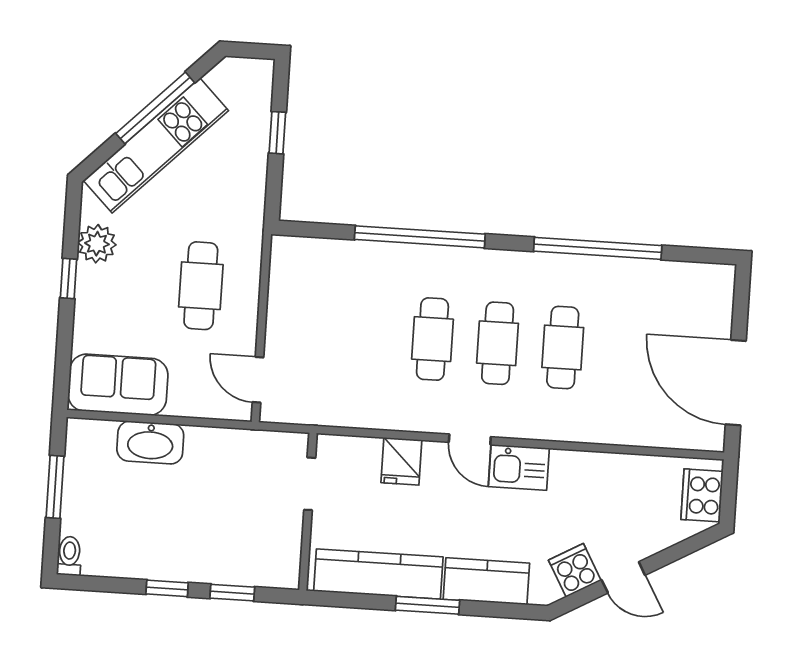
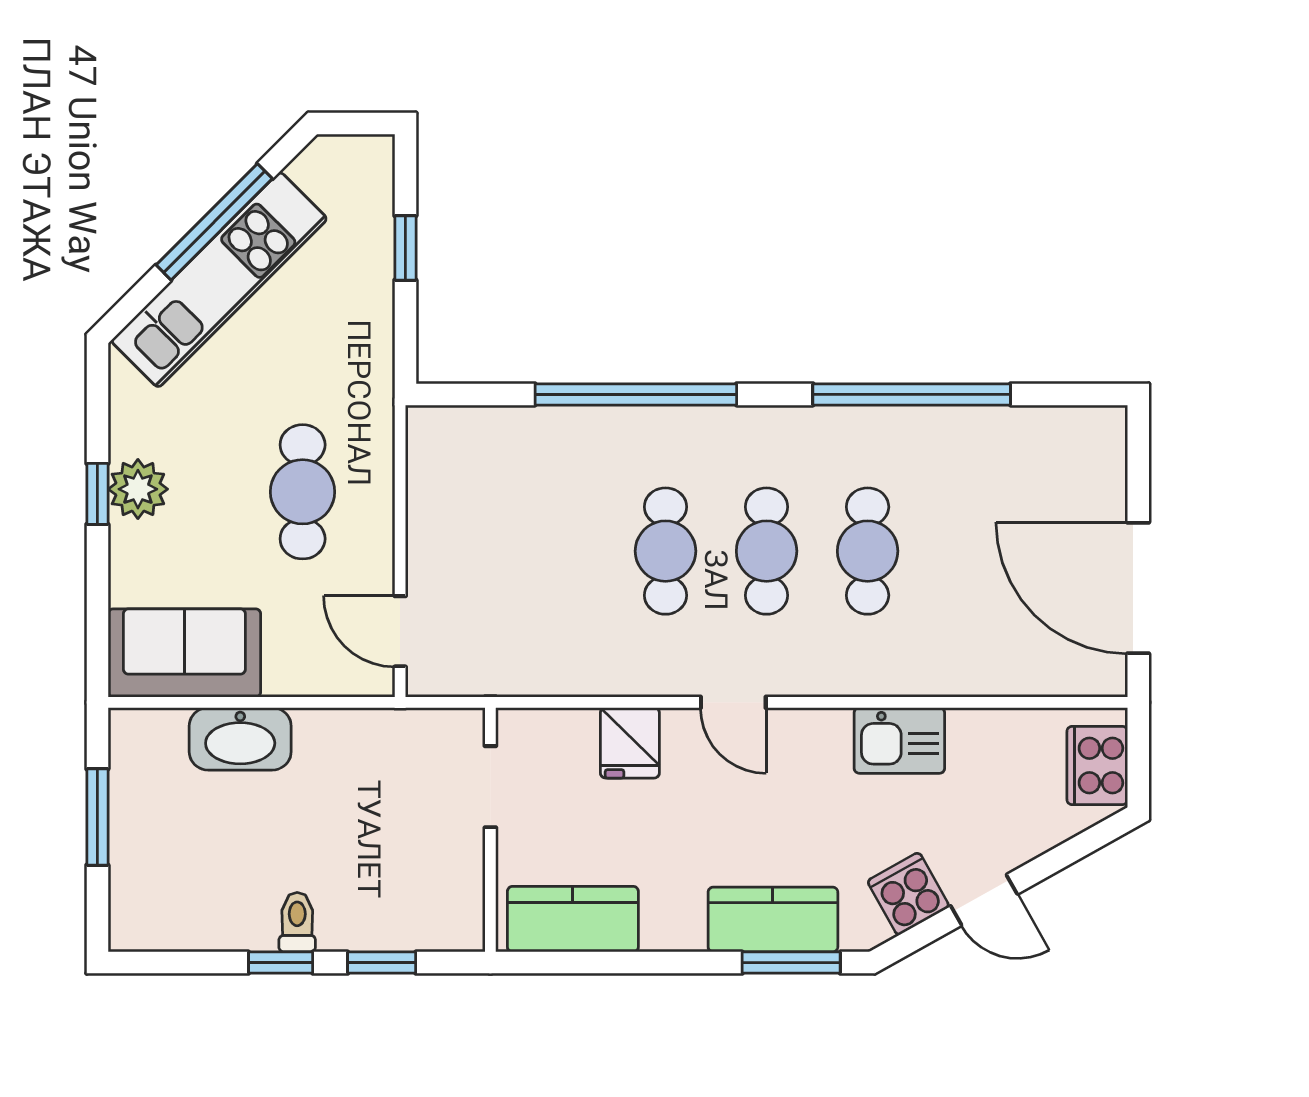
plant: (97, 244) -> (138, 489), moved
kitchen sink: (519, 467) -> (899, 740), moved
toilet: (69, 556) -> (297, 922), moved
kitchen counter: (378, 574) -> (573, 919), width x0.67
window: (428, 605) -> (791, 963), moved

